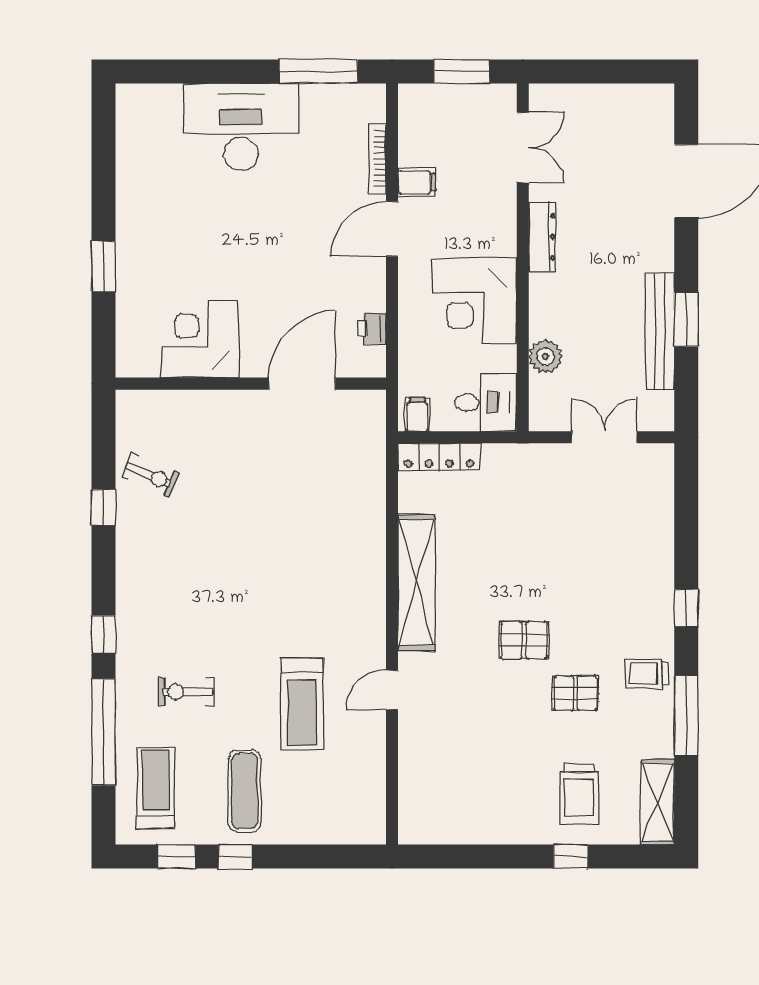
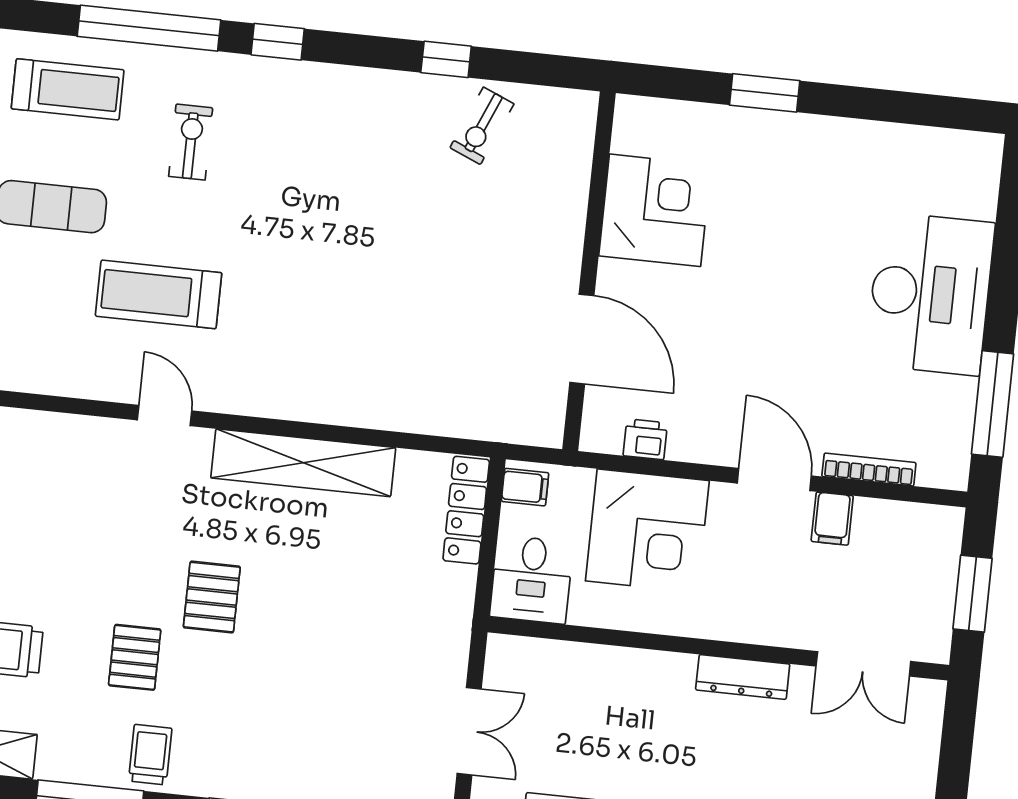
corner desk: (474, 301) -> (647, 531), moved, turned 180
plant: (545, 357) -> (584, 665), removed

